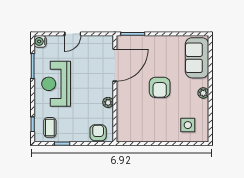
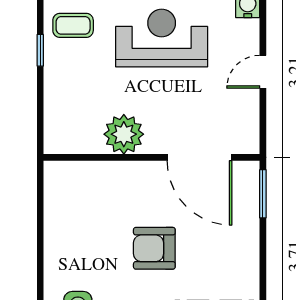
door: (73, 34) -> (263, 72), hinge flipped
plant: (108, 102) -> (124, 134), width x1.87, depth x1.87
armchair: (98, 133) -> (62, 123), removed

